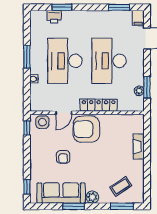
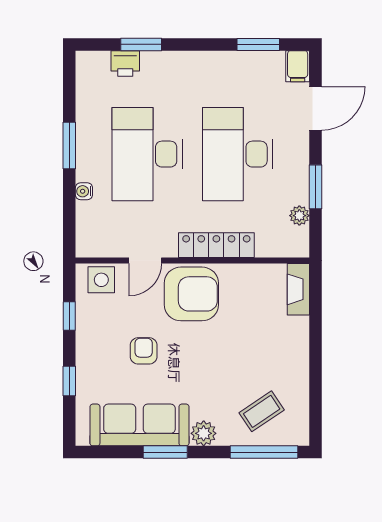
window: (147, 87) -> (316, 187), moved
window: (27, 128) -> (69, 316), moved
armchair: (86, 129) -> (191, 294), turned 180
fireplace: (139, 147) -> (298, 289), moved
armchair: (63, 157) -> (144, 351), turned 180
window: (27, 187) -> (69, 381), moved
window: (122, 206) -> (264, 452), width x1.44

